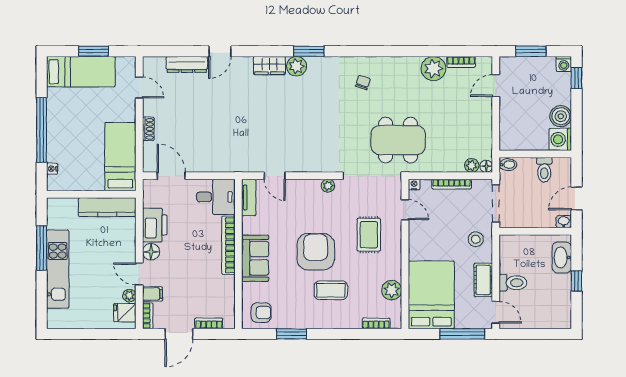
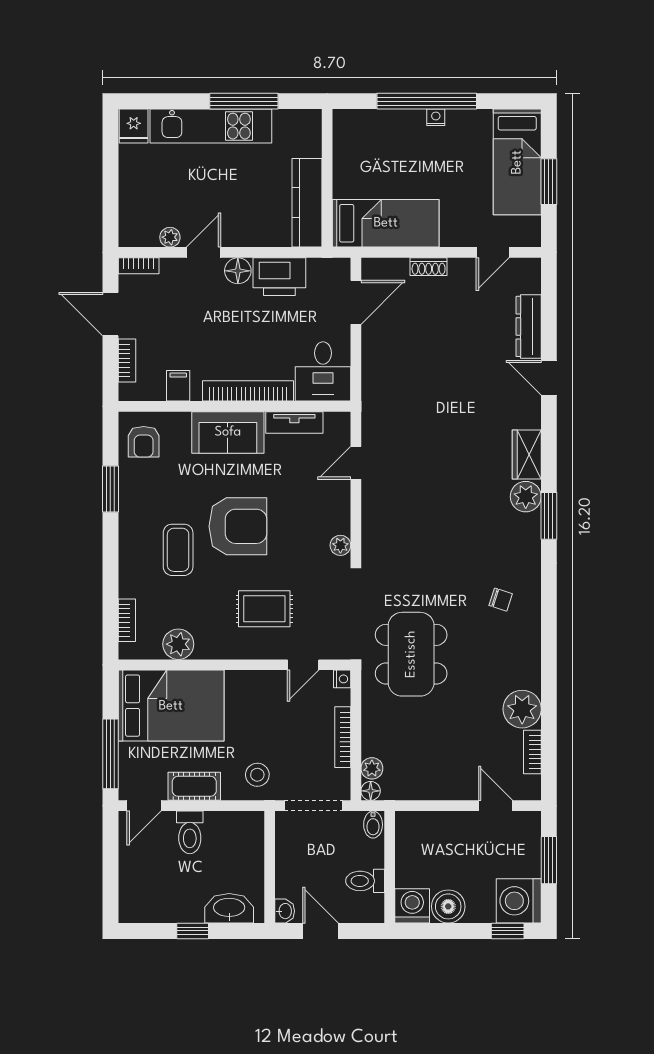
washing machine: (564, 64) -> (519, 901), width x1.89, depth x1.89
nightstand: (52, 169) -> (436, 117), moved
tv unit: (249, 197) -> (294, 423), moved
filing cabinet: (152, 294) -> (178, 386), moved, turned 180
fridge: (125, 313) -> (134, 126), moved, turned 180

